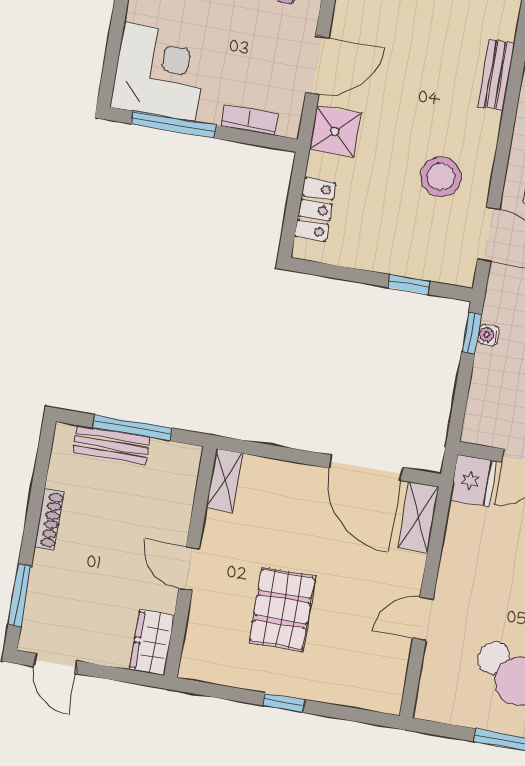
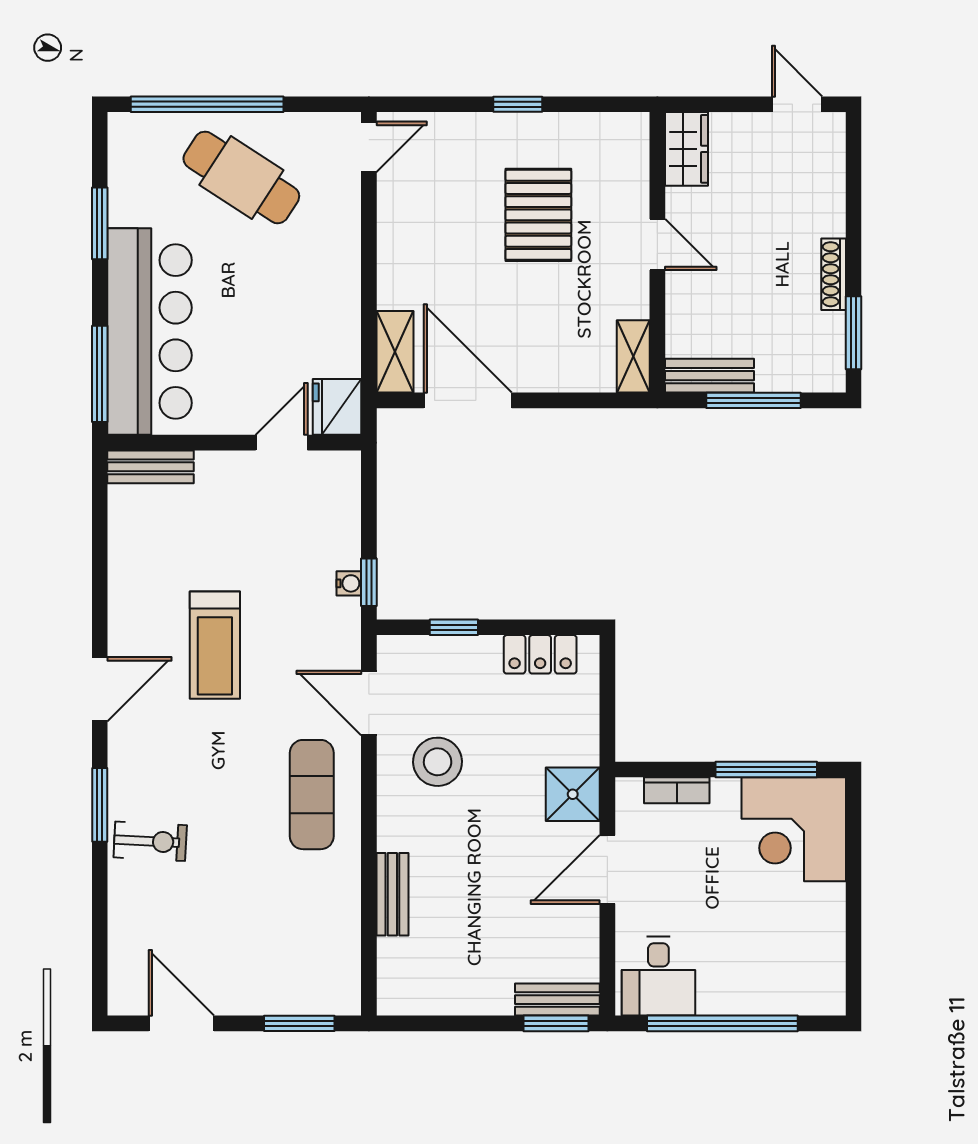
locker: (315, 210) -> (540, 654), moved, turned -90
bench: (111, 445) -> (709, 376), moved
window: (20, 596) -> (853, 333), moved
door: (423, 619) -> (369, 147), moved

